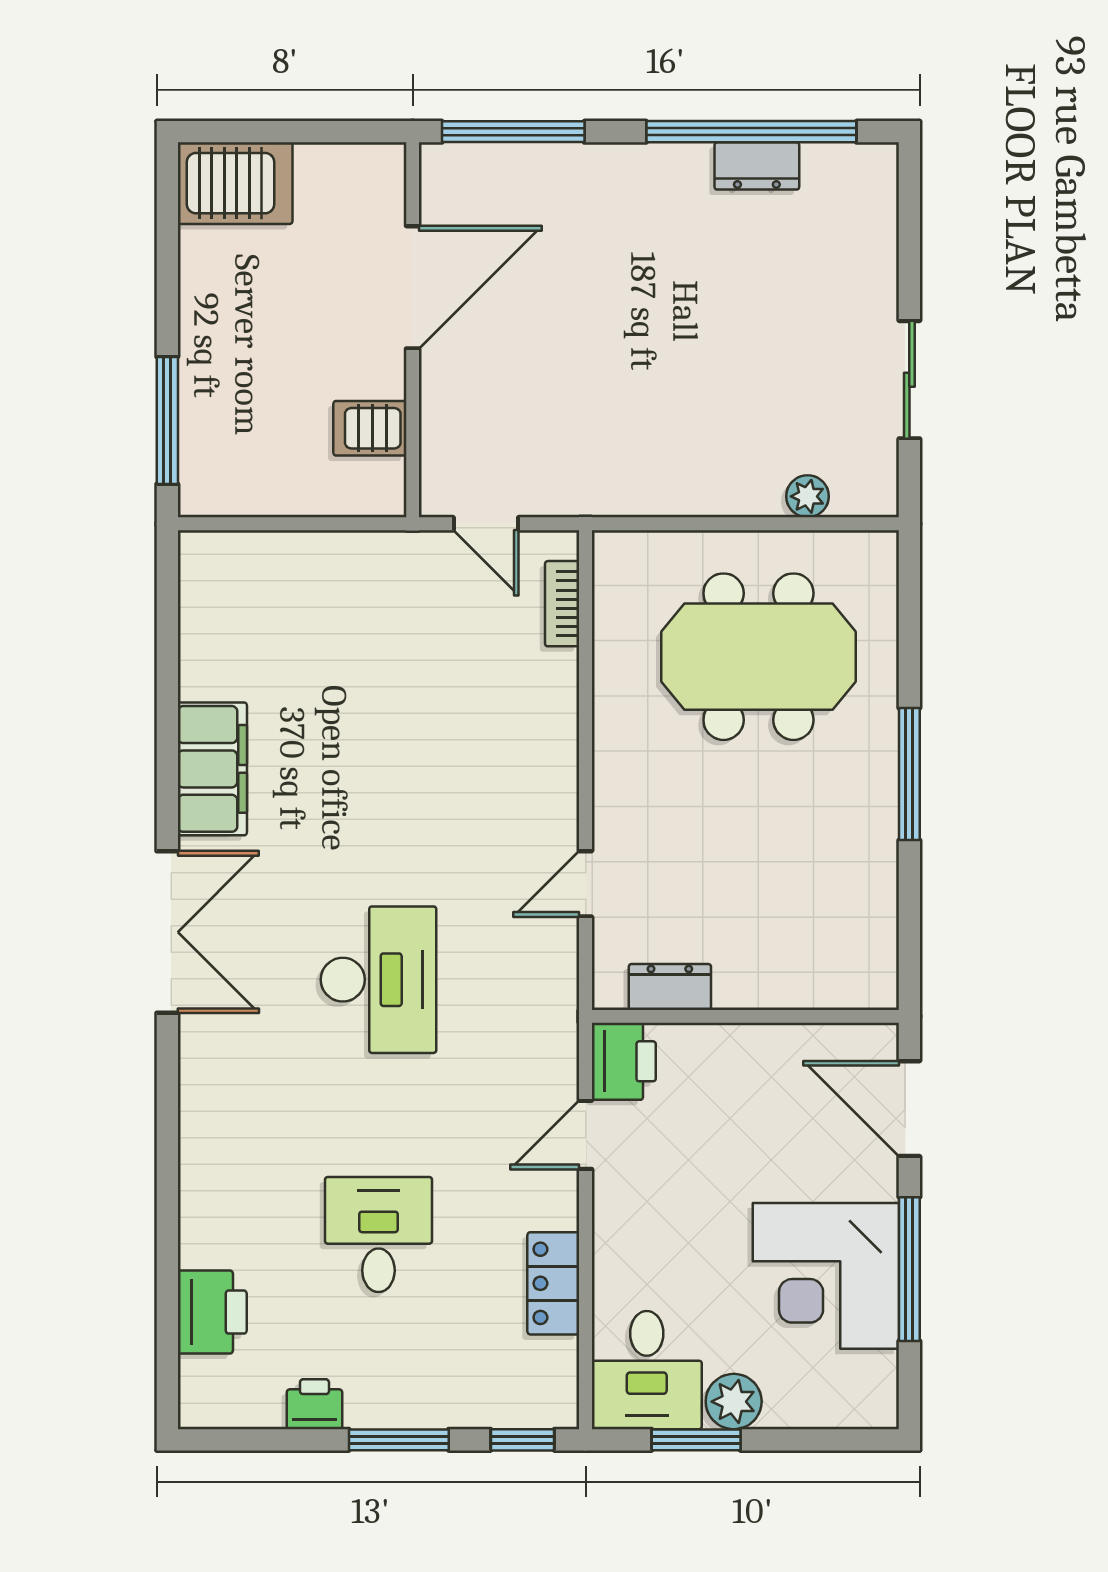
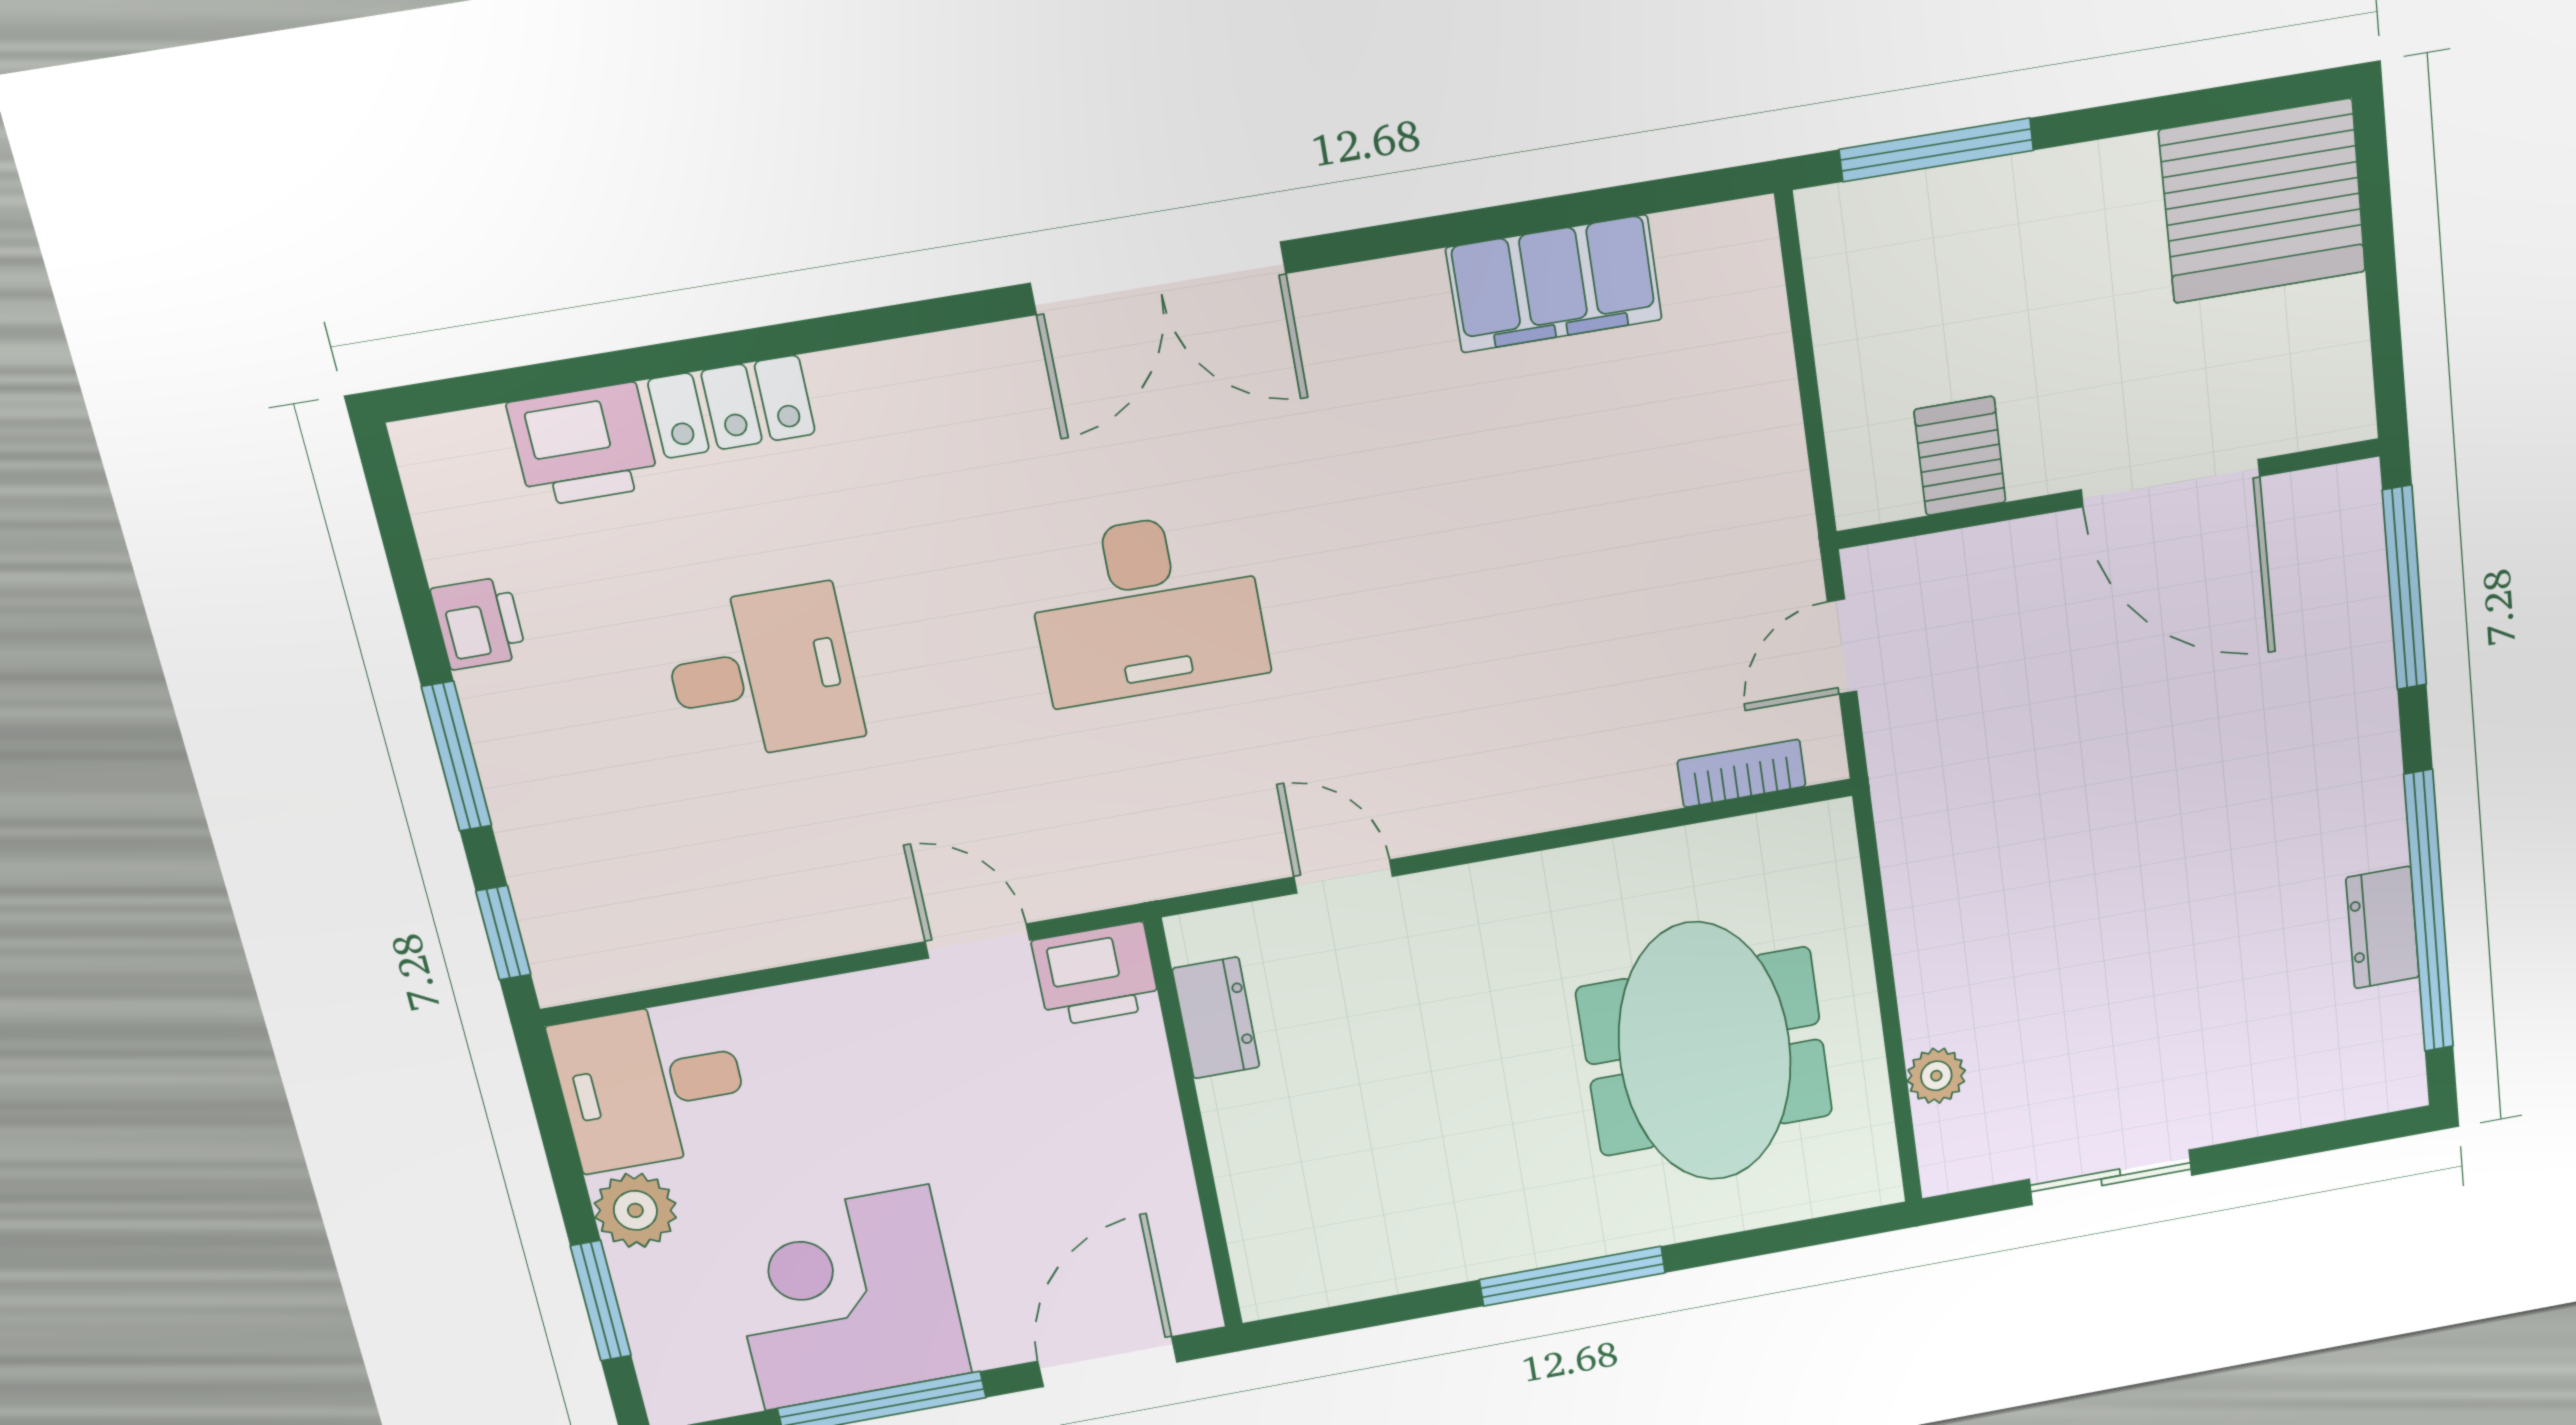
server rack: (235, 183) -> (2263, 201), width x1.60
filing cabinet: (212, 769) -> (1554, 284), moved
locker: (553, 1283) -> (732, 407), moved, turned 180
window: (696, 1440) -> (601, 1301), moved

